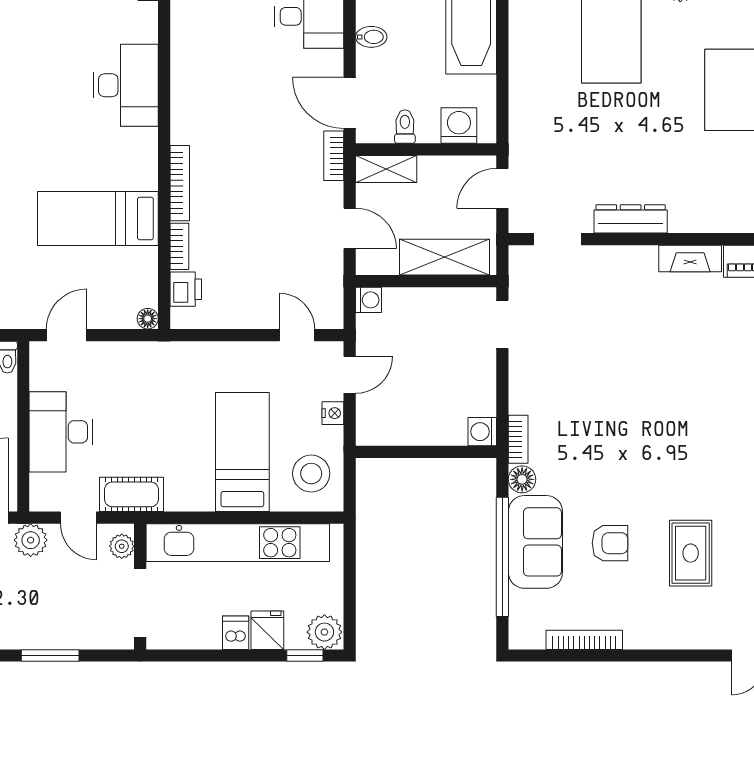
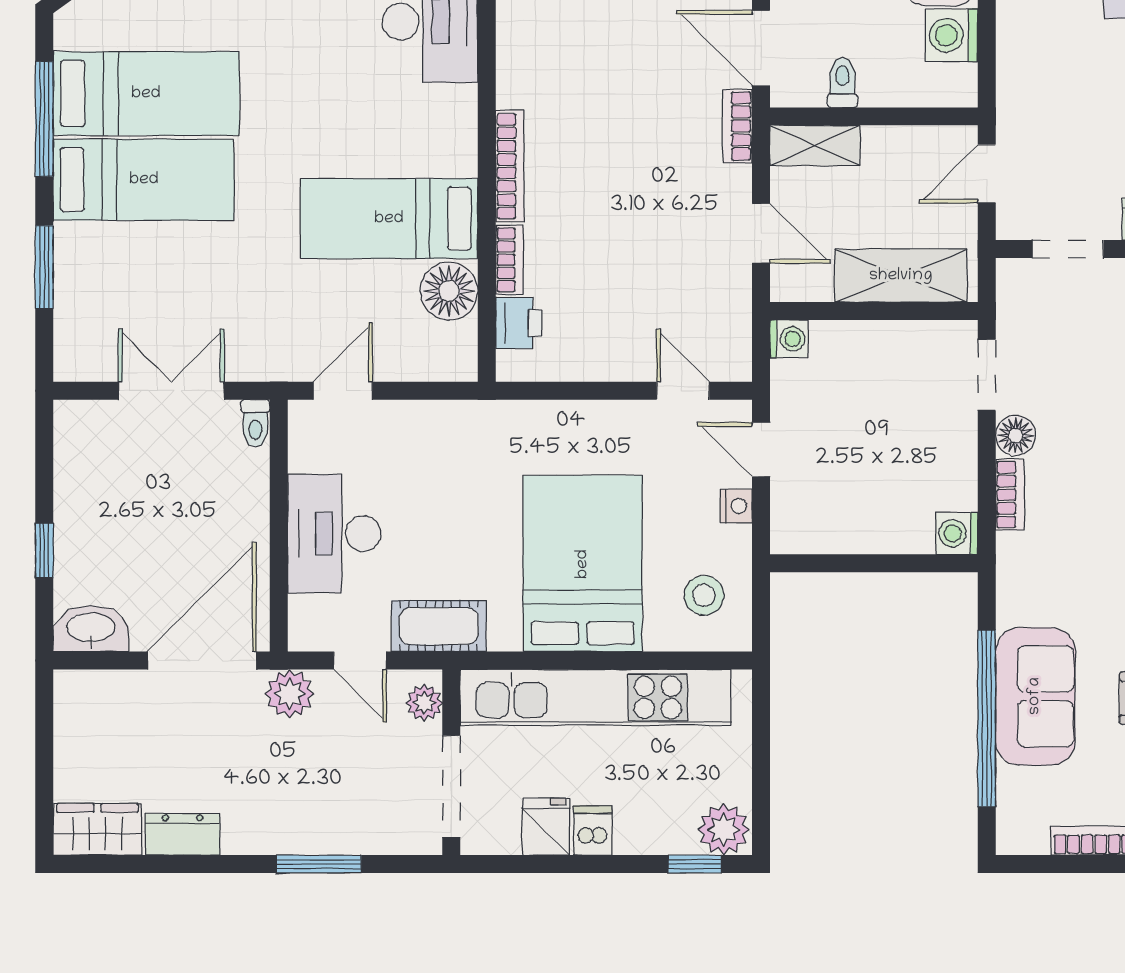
washing machine: (459, 126) -> (952, 35), moved, turned -90
floor lamp: (148, 319) -> (449, 291), moved, width x1.89, depth x1.89
door: (350, 375) -> (761, 449), swing flipped
bookcase: (518, 439) -> (1010, 495), moved
bed: (242, 452) -> (583, 564), width x1.50
stool: (311, 474) -> (704, 595), width x0.73, depth x0.73
floor lamp: (522, 479) -> (1016, 435), moved
fridge: (267, 630) -> (546, 827), moved

